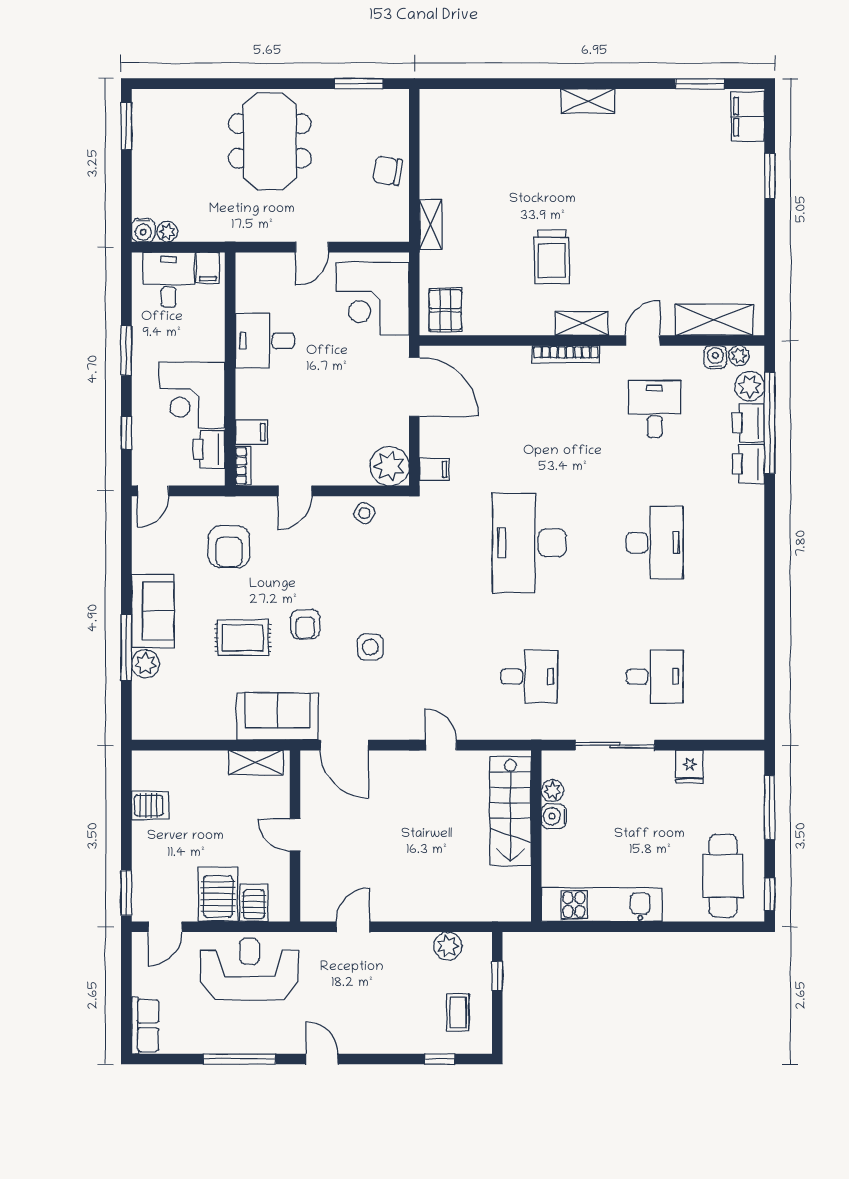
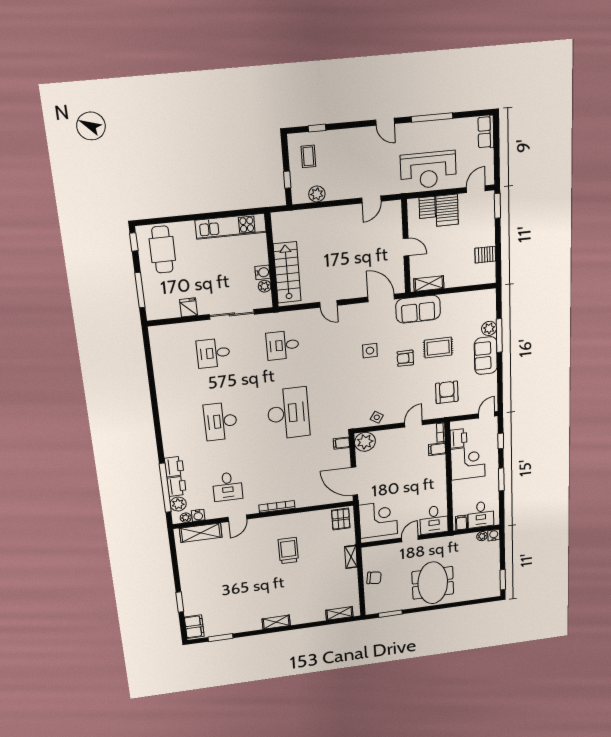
shelving: (582, 323) -> (339, 613), moved
desk: (265, 341) -> (434, 520), moved, turned 90
armchair: (305, 624) -> (405, 358), turned -90

